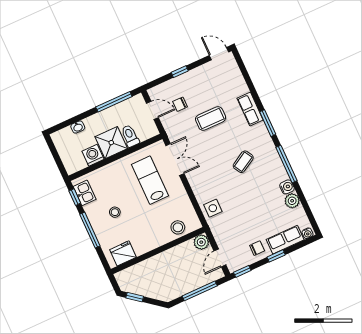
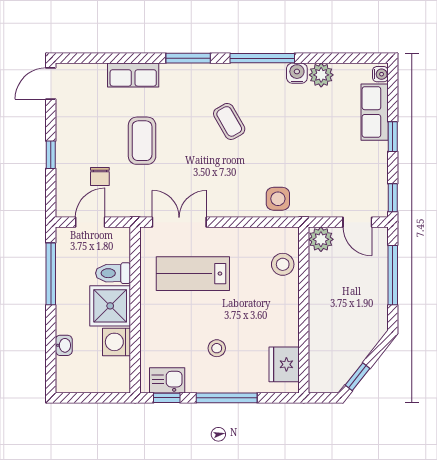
row of seats: (250, 109) -> (133, 75), moved
chair: (257, 248) -> (368, 160), removed

